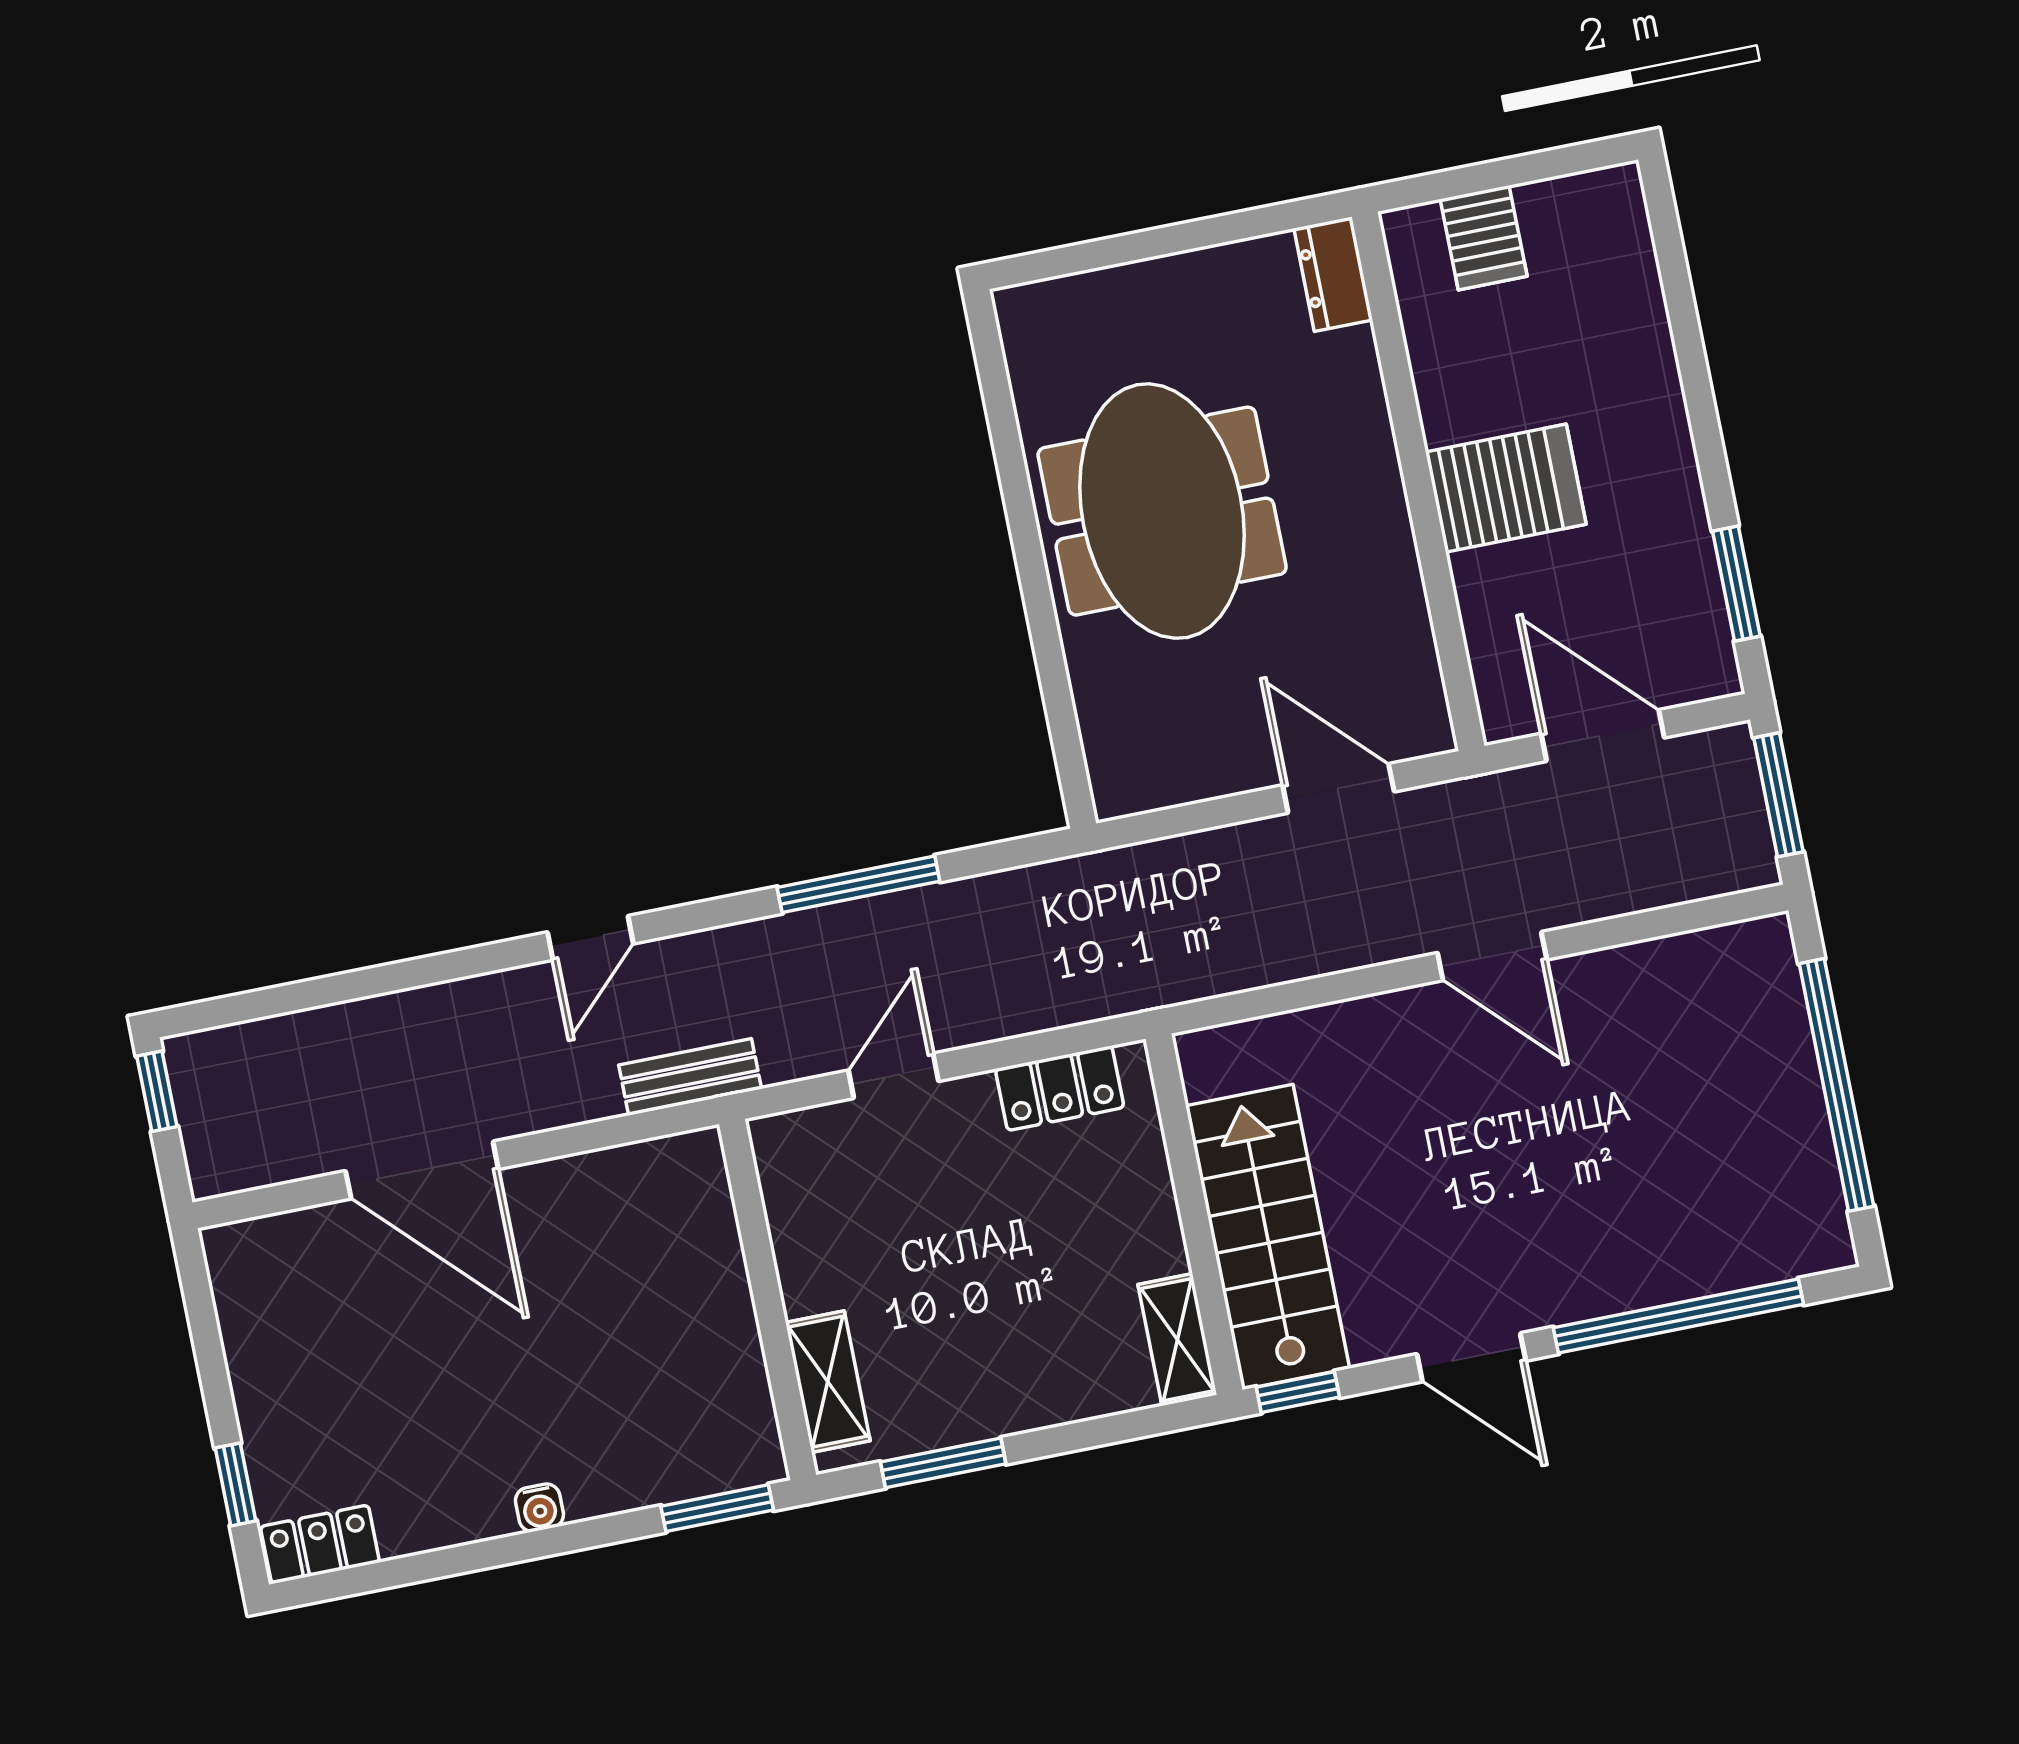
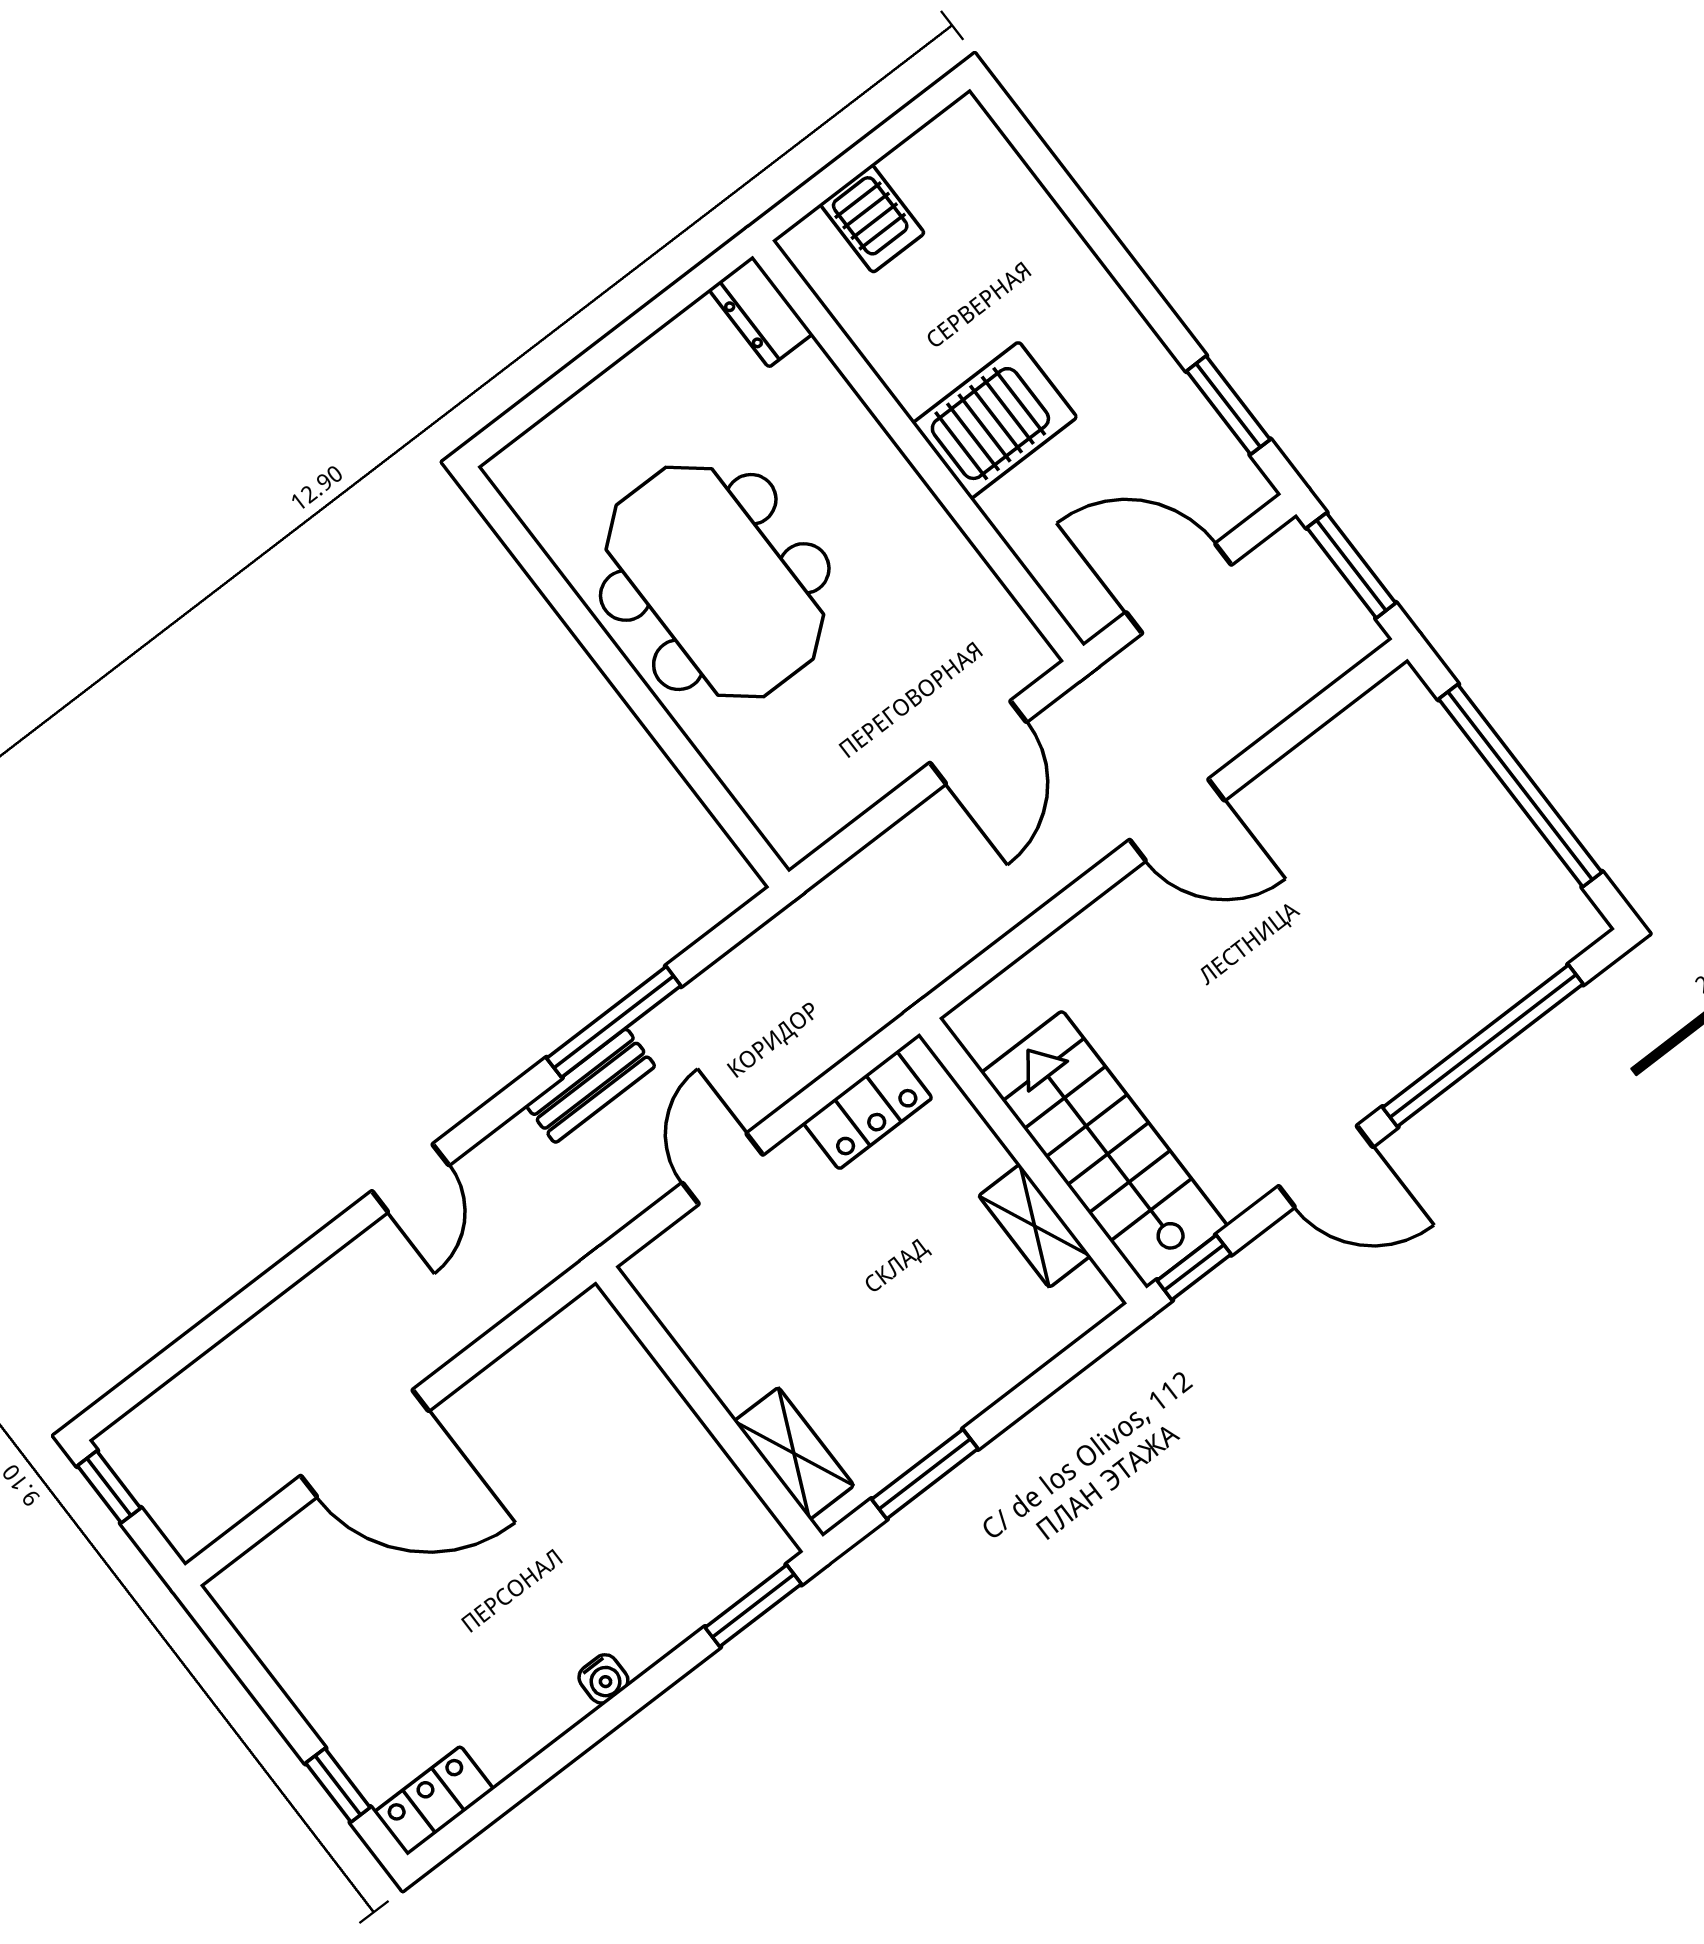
door: (1338, 788) -> (978, 742), swing flipped
bench: (690, 1077) -> (591, 1086), moved
shelving: (1177, 1340) -> (1035, 1226), moved

